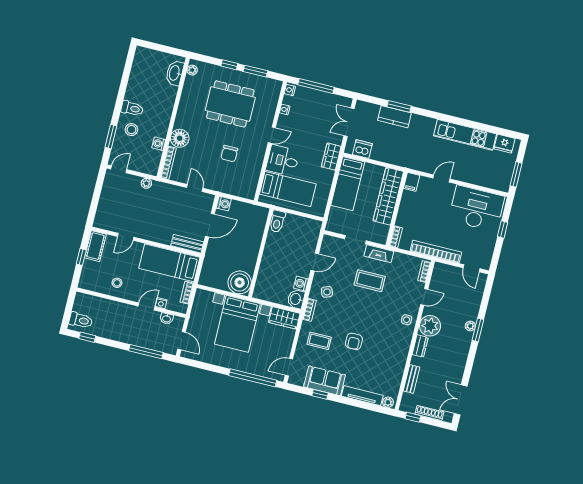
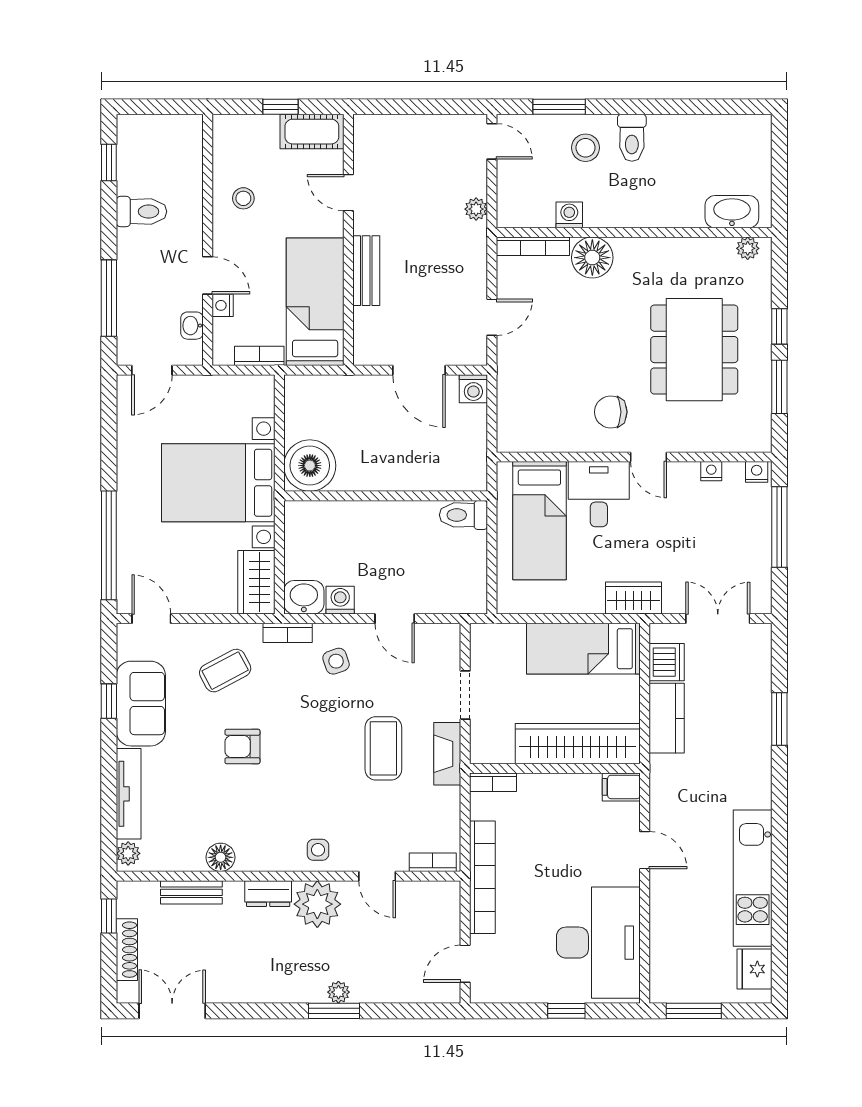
kitchen counter: (394, 117) -> (667, 718), moved, turned 180
chair: (229, 154) -> (611, 412), moved
bench: (187, 244) -> (366, 271), moved
toilet: (81, 320) -> (141, 212), moved, turned -90
coffee table: (319, 341) -> (225, 671), turned 62
floor lamp: (399, 363) -> (221, 857), added

